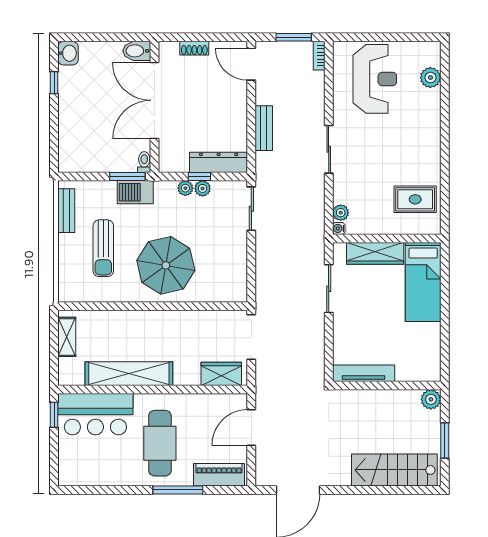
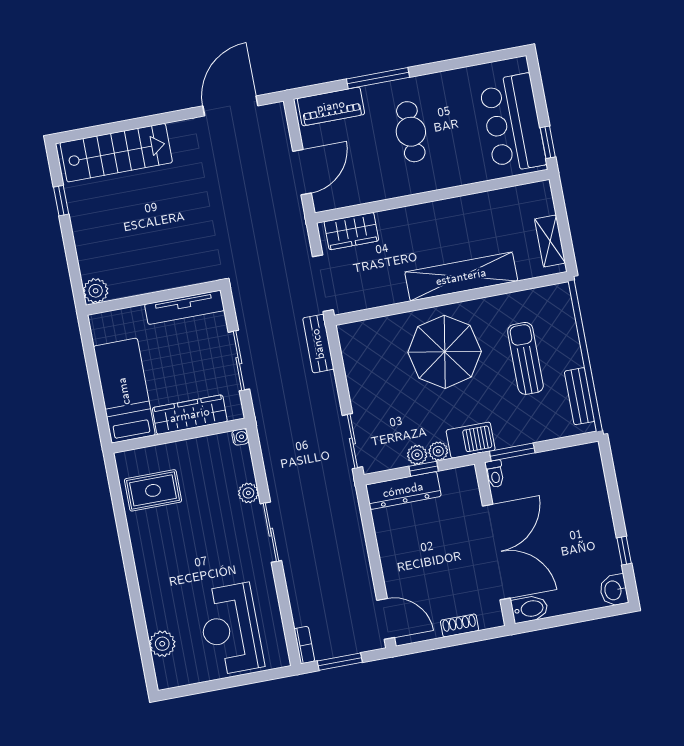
bench: (264, 128) -> (318, 344), moved
barbecue: (135, 192) -> (471, 440), moved
plant: (341, 213) -> (248, 493), moved
tv unit: (364, 373) -> (184, 307), moved
shelving: (129, 374) -> (461, 277), moved
wall: (387, 386) -> (153, 298), moved
plant: (431, 399) -> (96, 291), moved
bar counter: (95, 414) -> (513, 123), moved, turned -90
window: (445, 440) -> (61, 201), width x0.67
cafe table: (160, 443) -> (411, 132), width x0.73, depth x0.74

